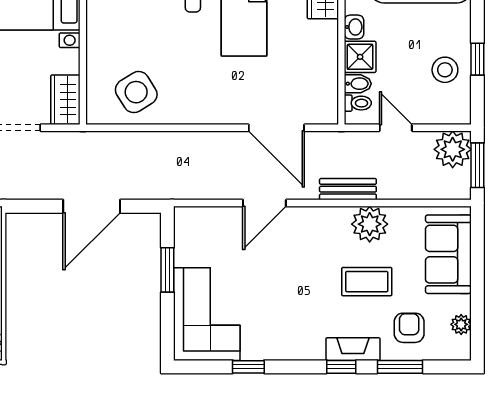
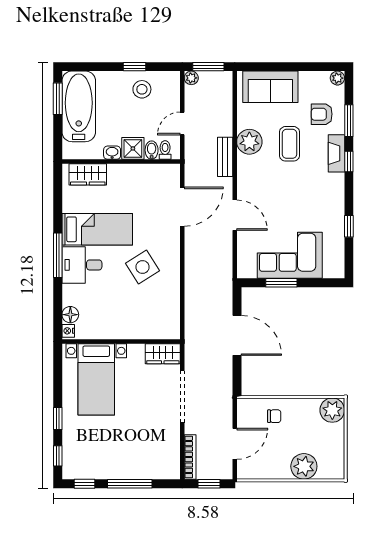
side table: (136, 92) -> (142, 267), moved
plant: (453, 149) -> (191, 78), width x0.53, depth x0.53
corner sofa: (207, 314) -> (290, 255), moved
plant: (461, 324) -> (337, 78), moved

